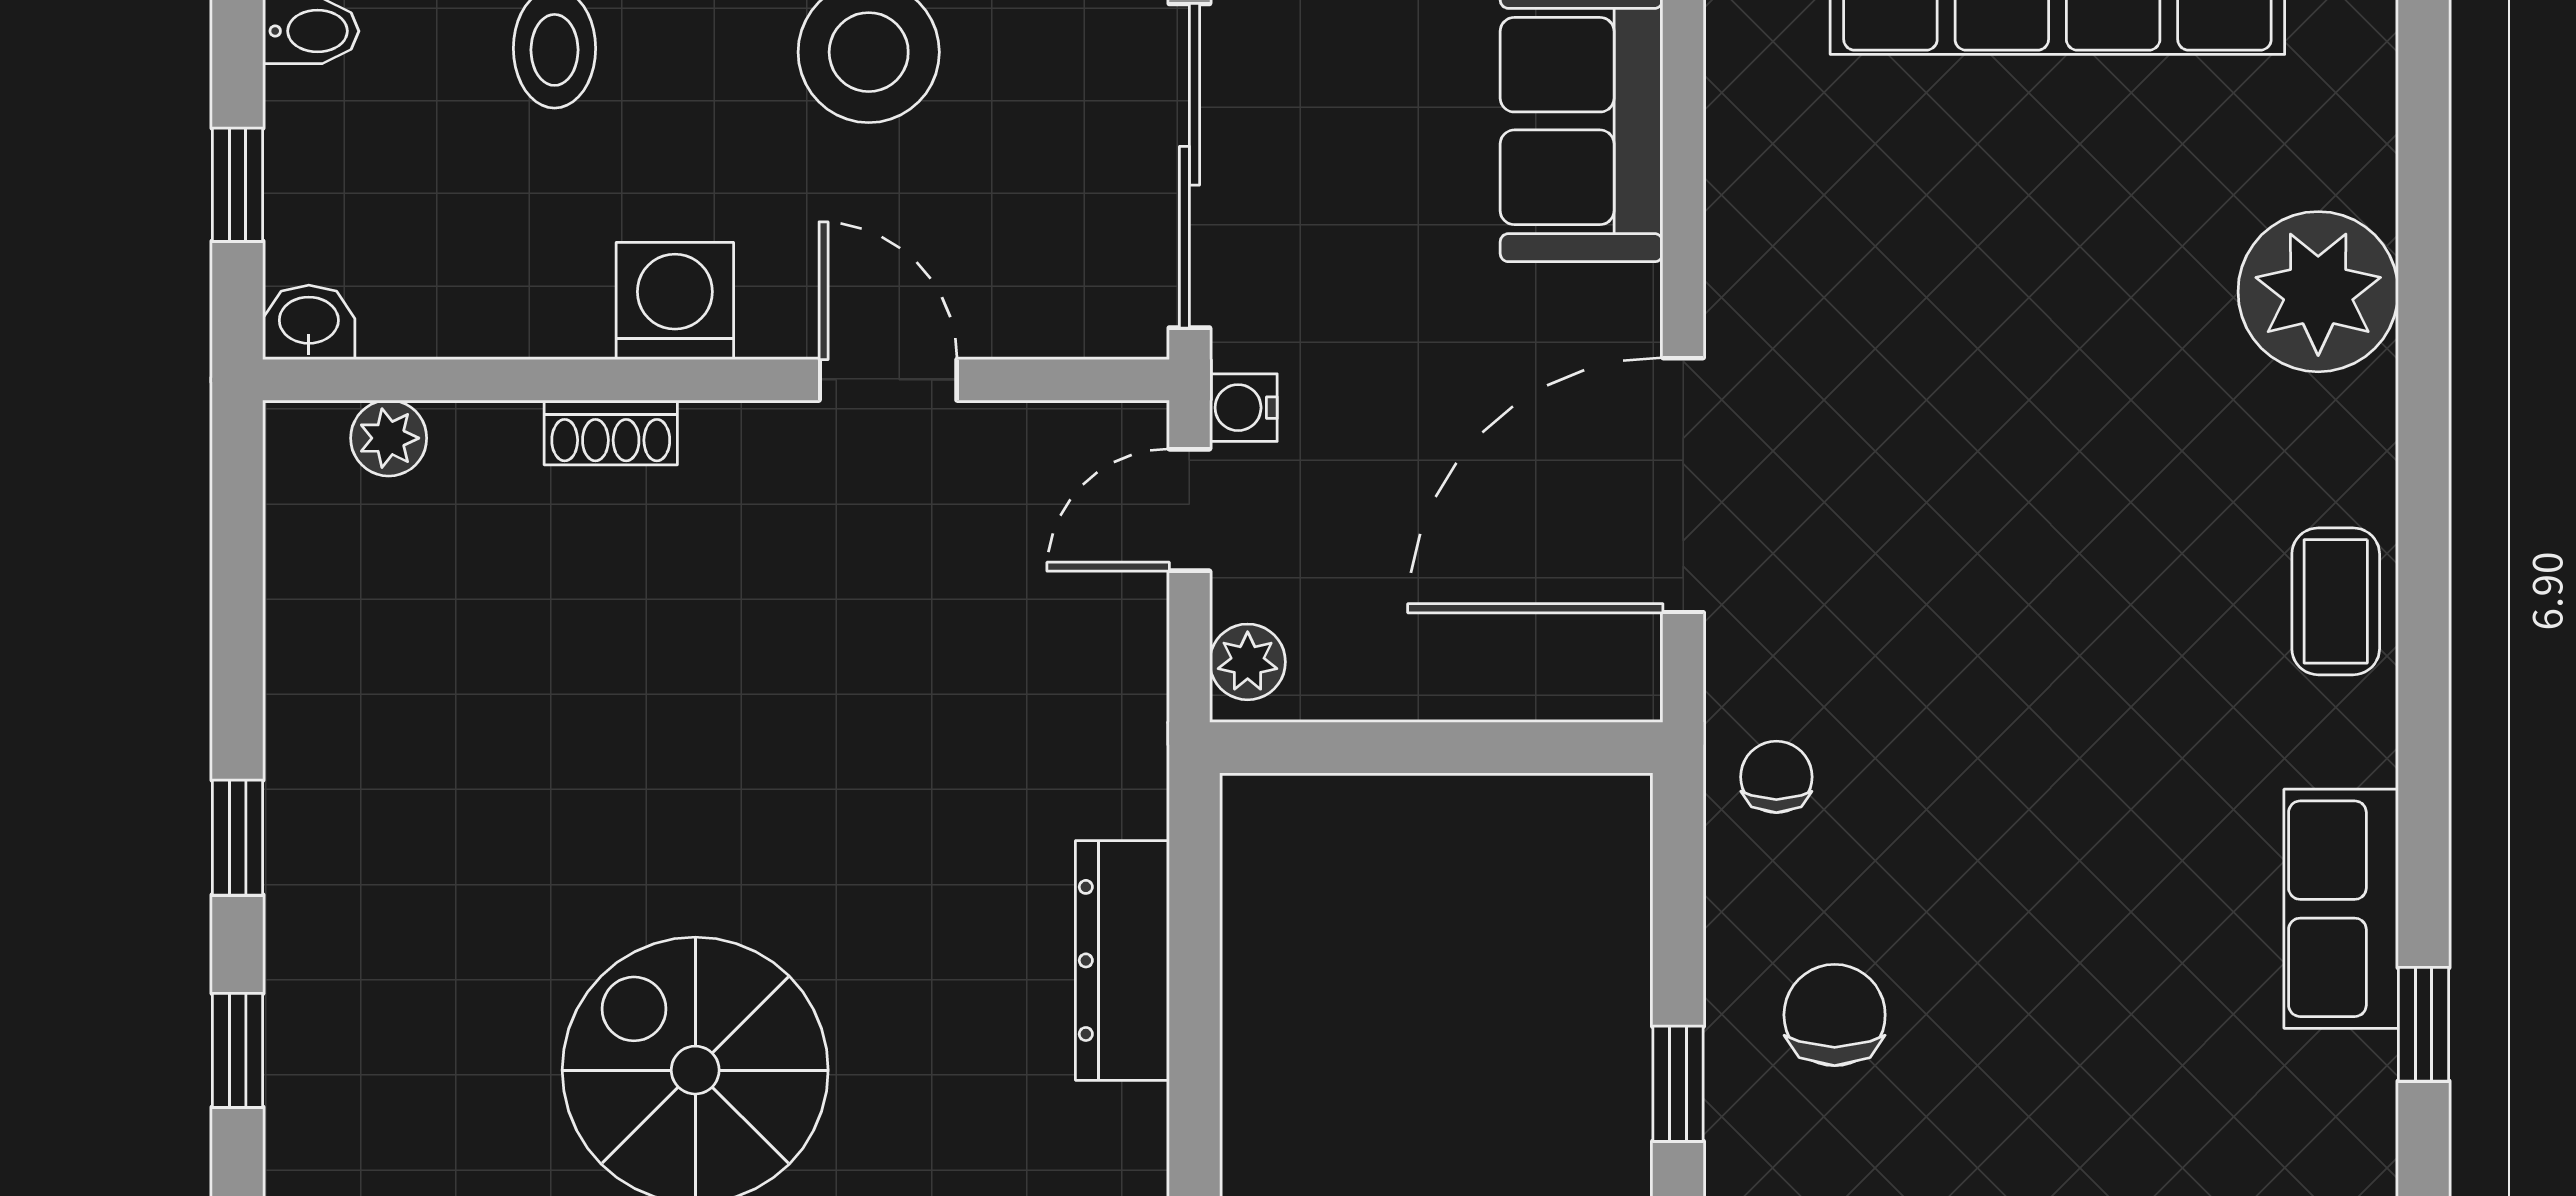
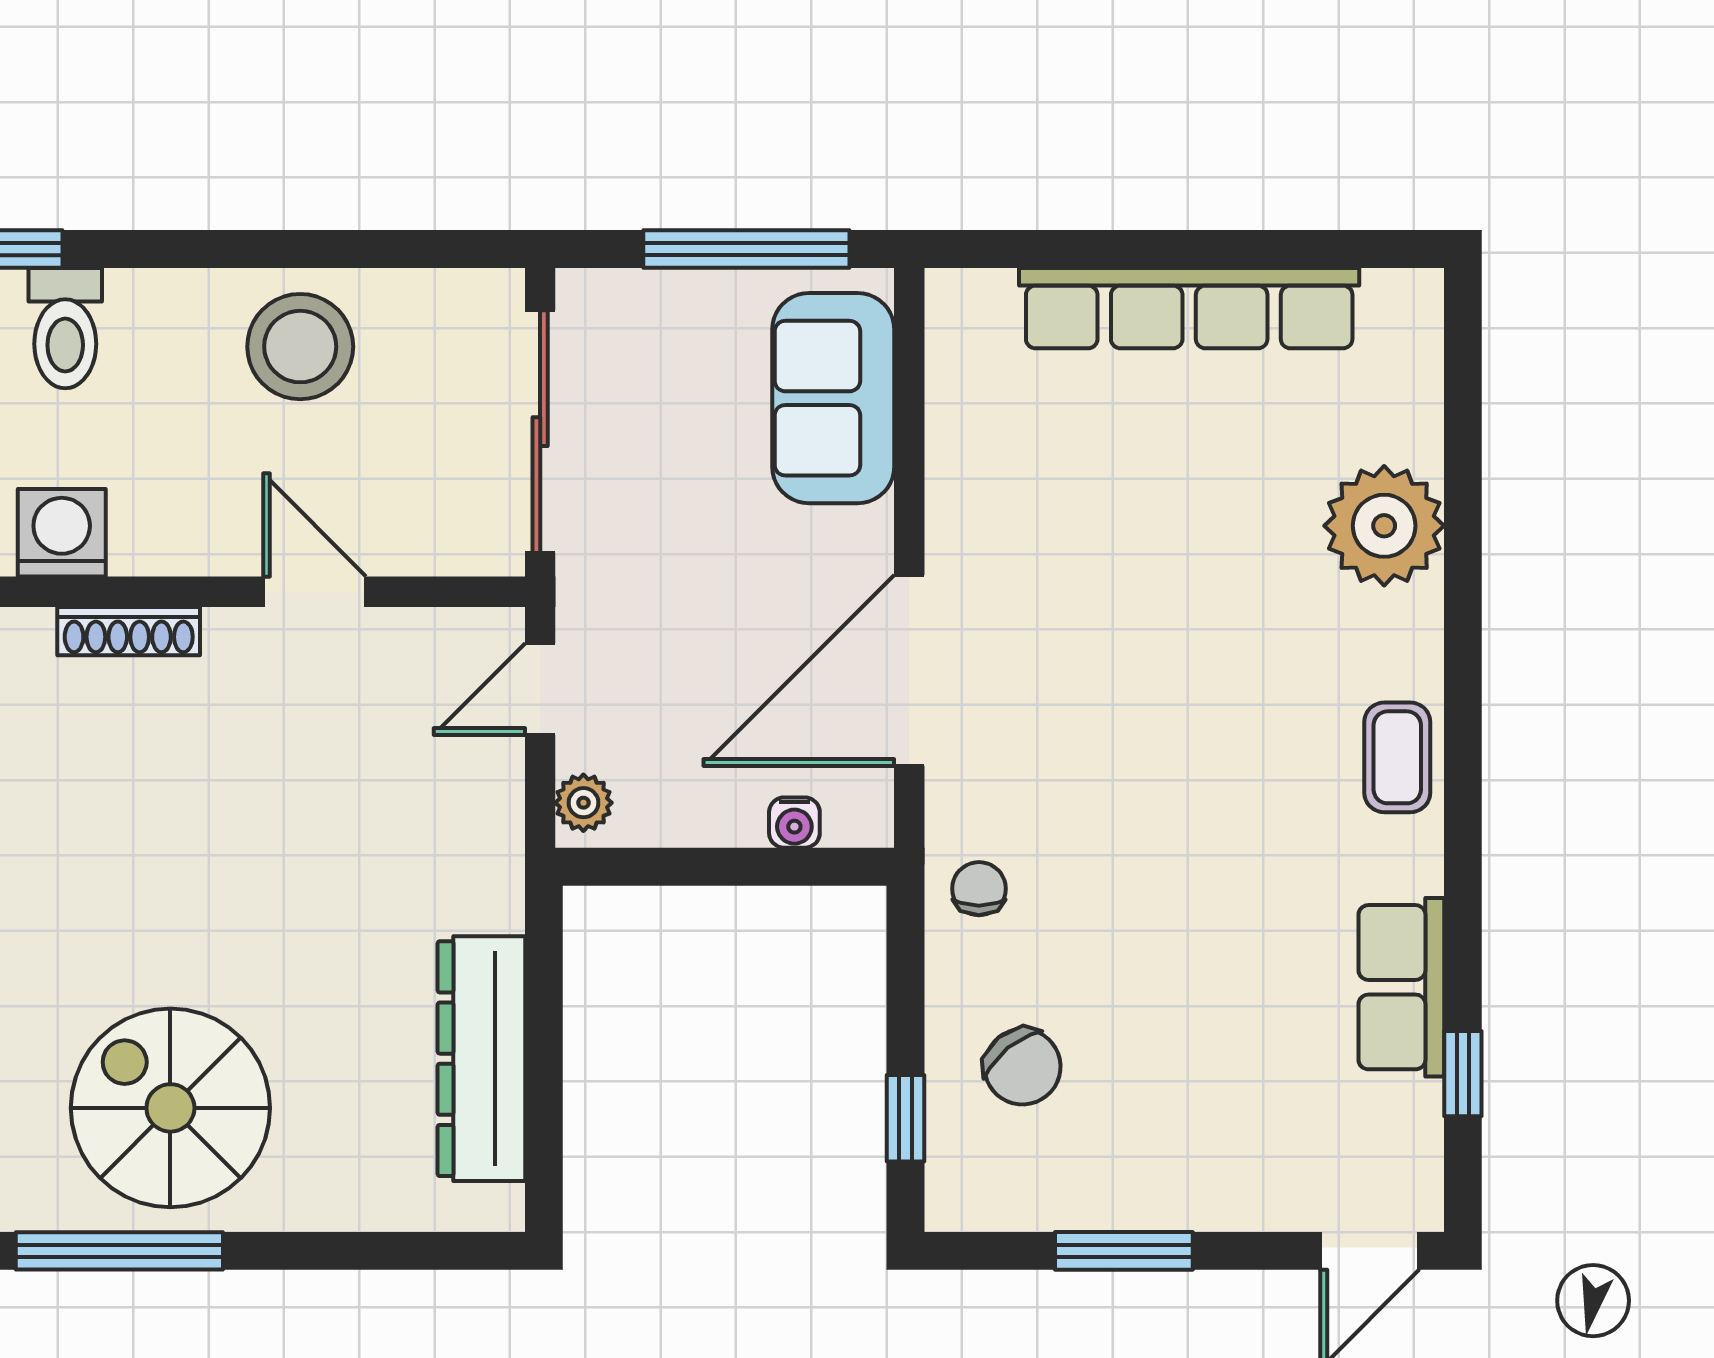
washing machine: (675, 301) -> (62, 533), moved
water cooler: (1243, 408) -> (794, 823), moved, turned -90
shoe rack: (611, 432) -> (129, 631), width x1.43
dresser: (1122, 960) -> (481, 1059), width x1.37, depth x1.24
chair: (1835, 1015) -> (1023, 1067), turned 141

